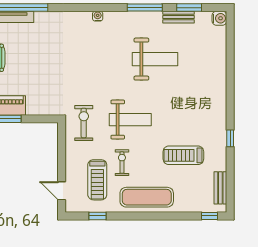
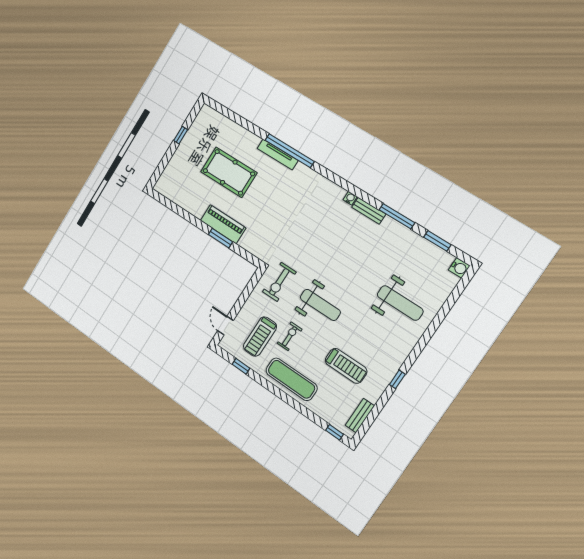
bench: (179, 17) -> (369, 211), moved
weight bench: (155, 59) -> (400, 303), moved
exercise bike: (84, 123) -> (279, 282), turned 180
treadmill: (183, 155) -> (346, 366), turned 180

